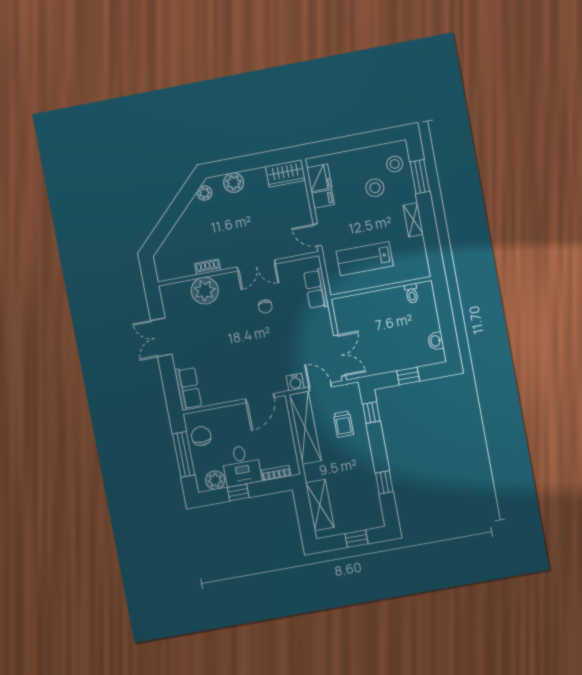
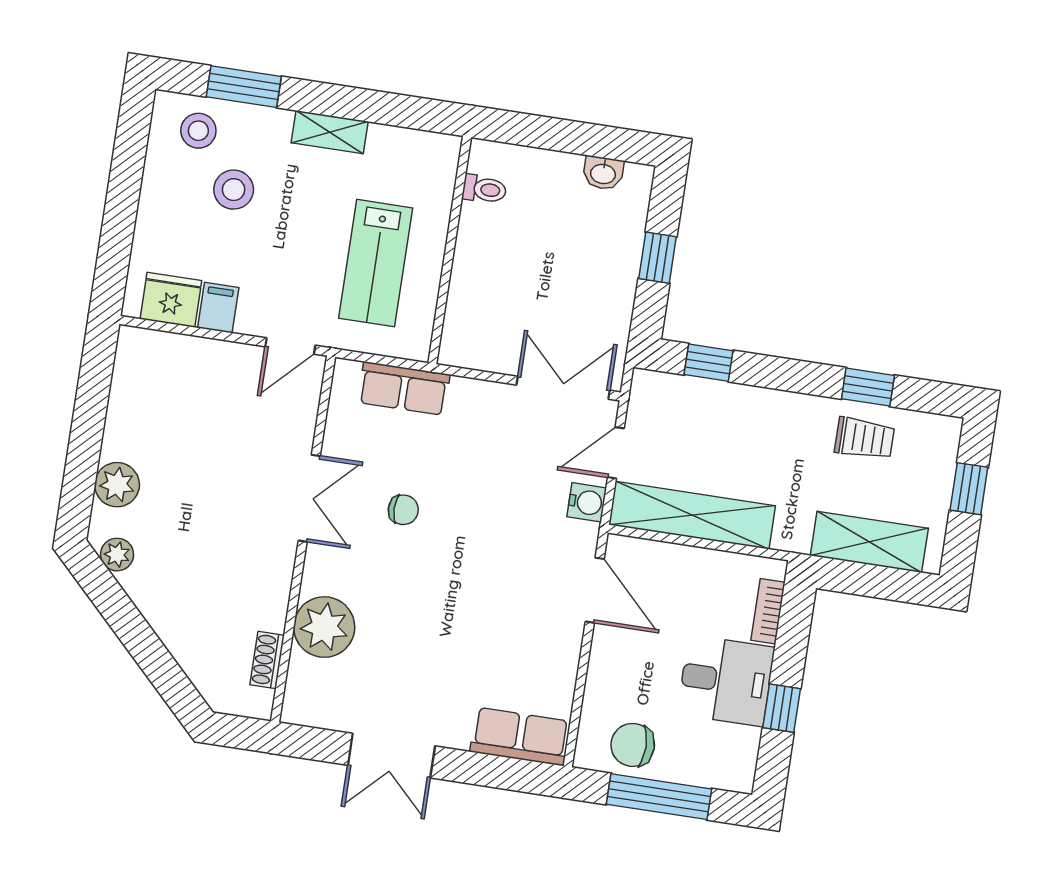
wardrobe: (285, 173) -> (137, 368), removed
shoe rack: (208, 267) -> (267, 660), moved
trolley: (343, 424) -> (864, 438), moved
plant: (215, 480) -> (738, 748), removed

